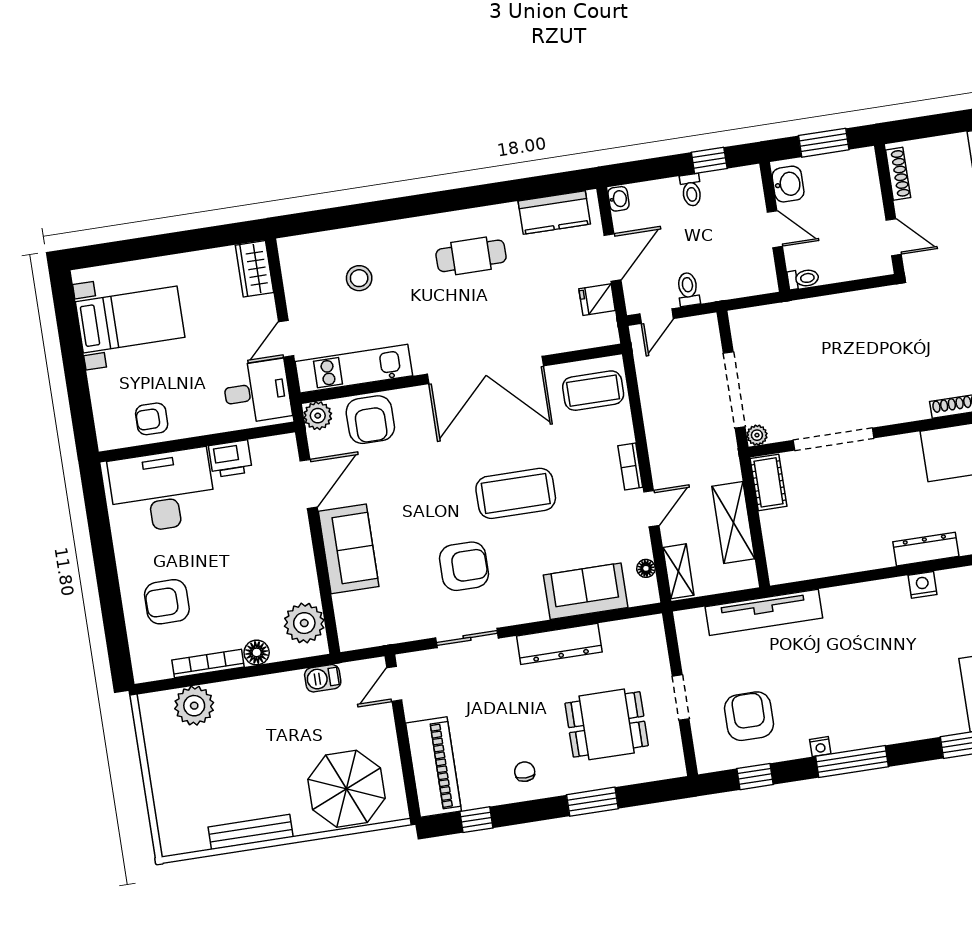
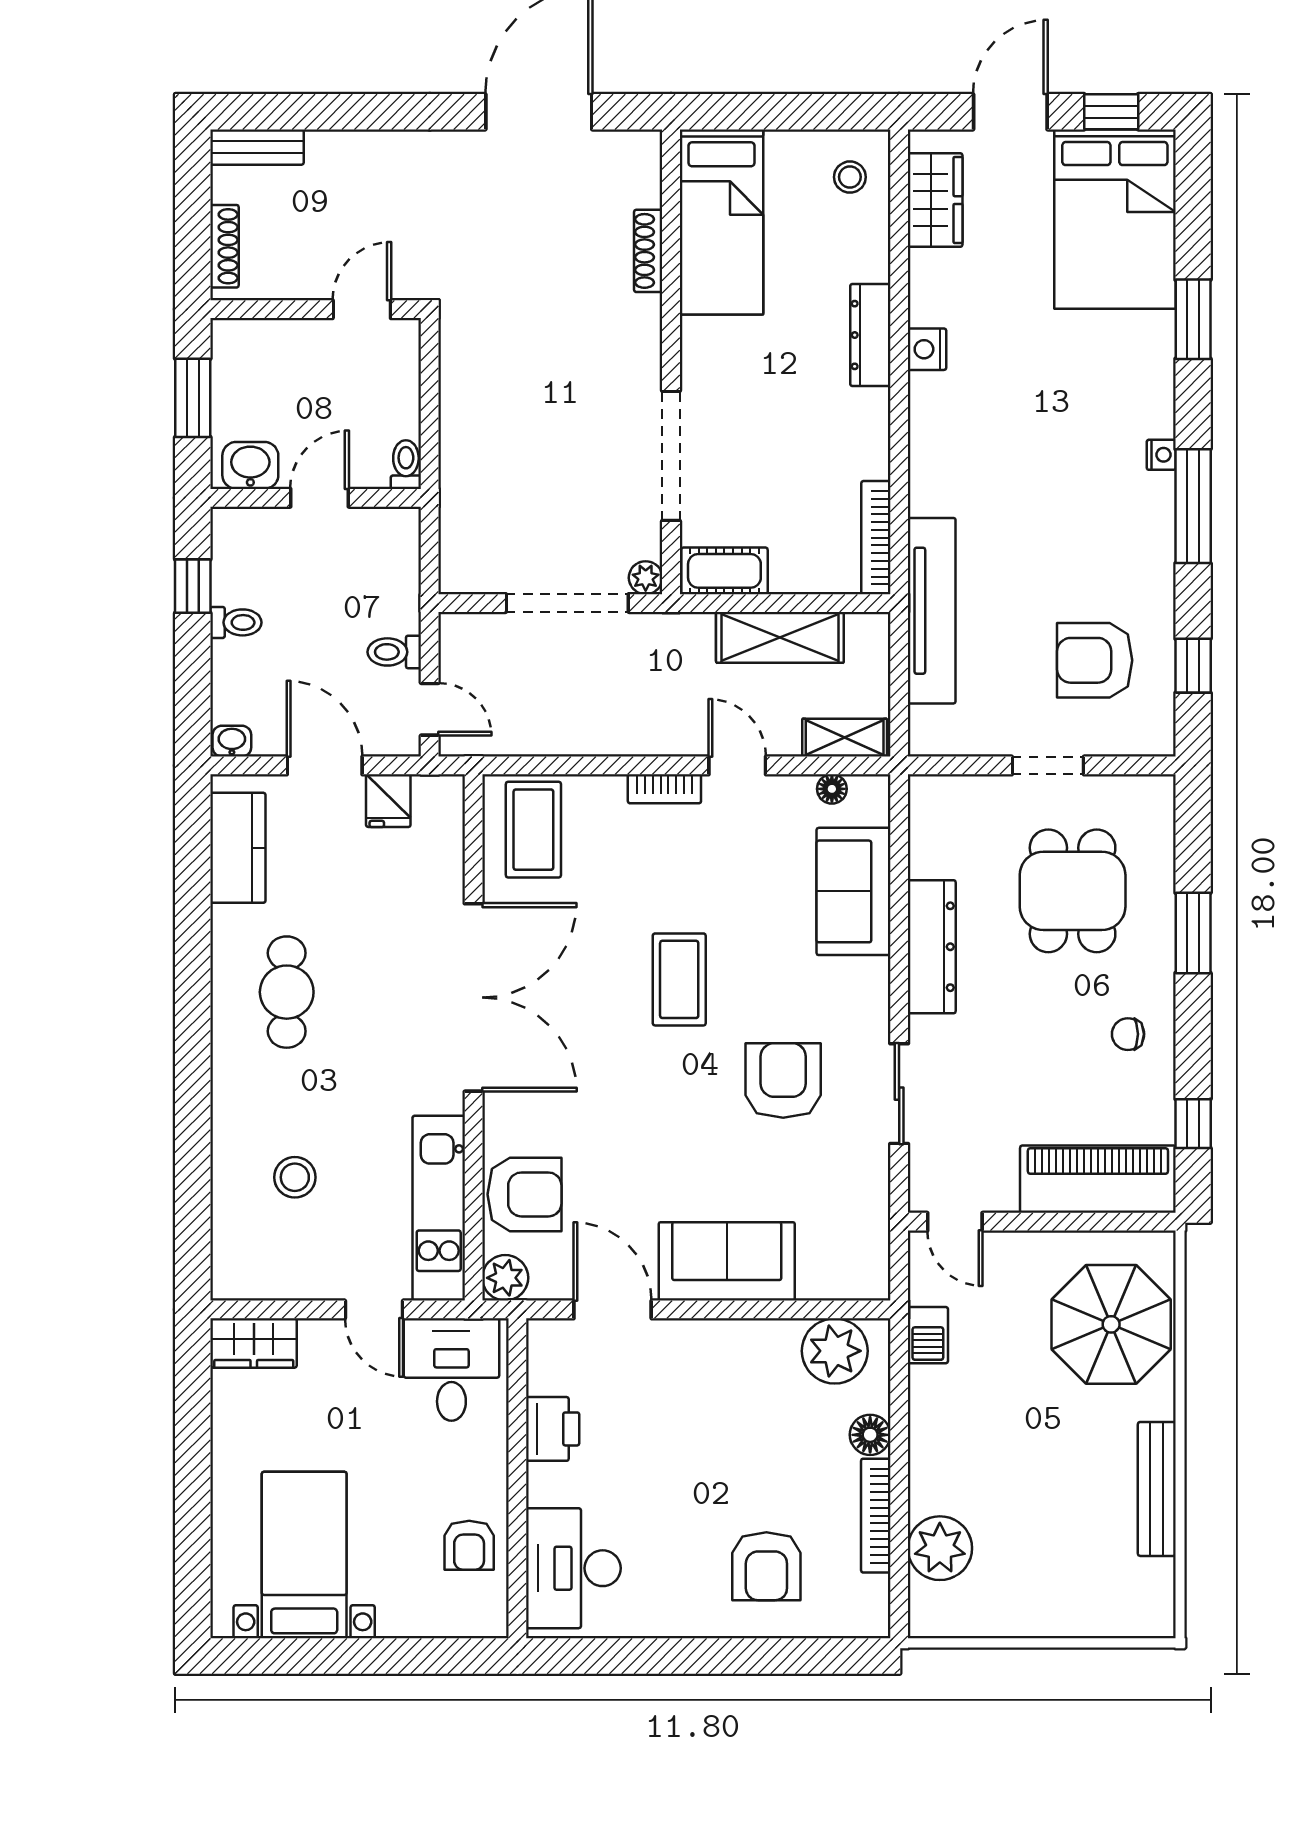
shoe rack: (898, 174) -> (224, 246), moved, turned 90
desk: (162, 491) -> (573, 1568), width x0.73, depth x0.77
coffee table: (516, 493) -> (679, 979), width x0.73, depth x0.76
bookcase: (803, 571) -> (876, 538), added
nightstand: (820, 747) -> (1161, 455), moved

